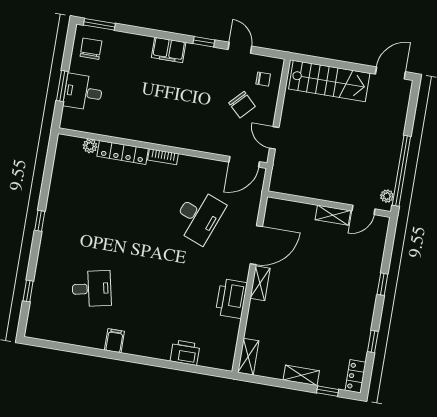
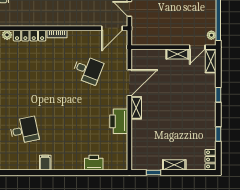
desk: (199, 216) -> (88, 70), width x0.73
shelving: (248, 357) -> (211, 61), moved
window: (328, 391) -> (154, 172), moved

